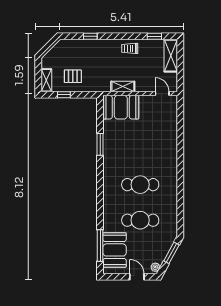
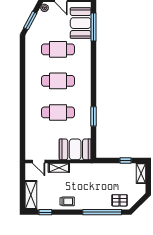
window: (90, 36) -> (102, 212), width x3.17
pallet: (73, 76) -> (120, 200), moved
shelving: (123, 86) -> (59, 168), moved
cafe table: (140, 149) -> (58, 112), added

